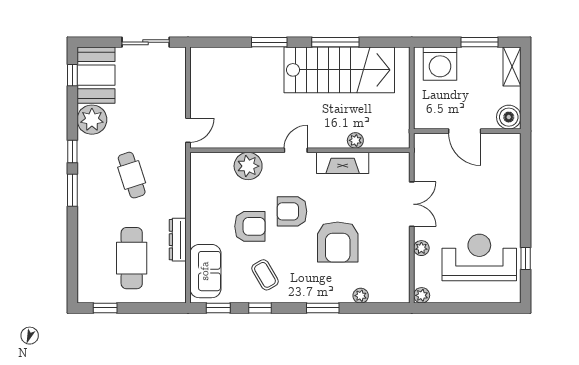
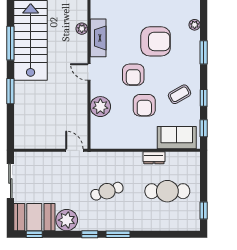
armchair: (250, 226) -> (144, 105), turned 180
dresser: (178, 240) -> (154, 158), width x0.70

